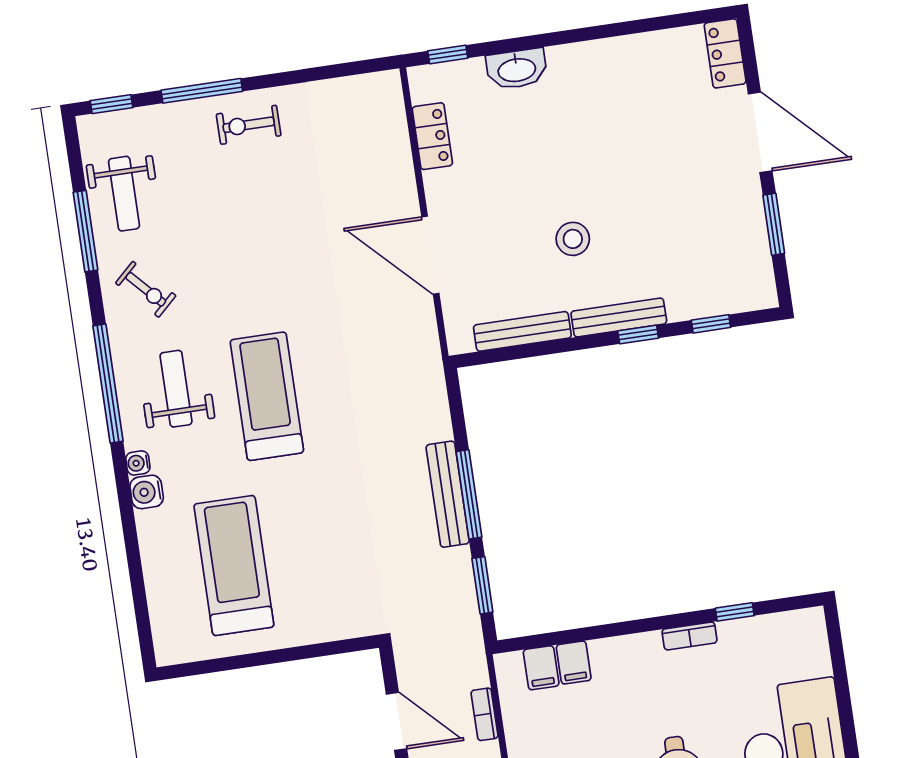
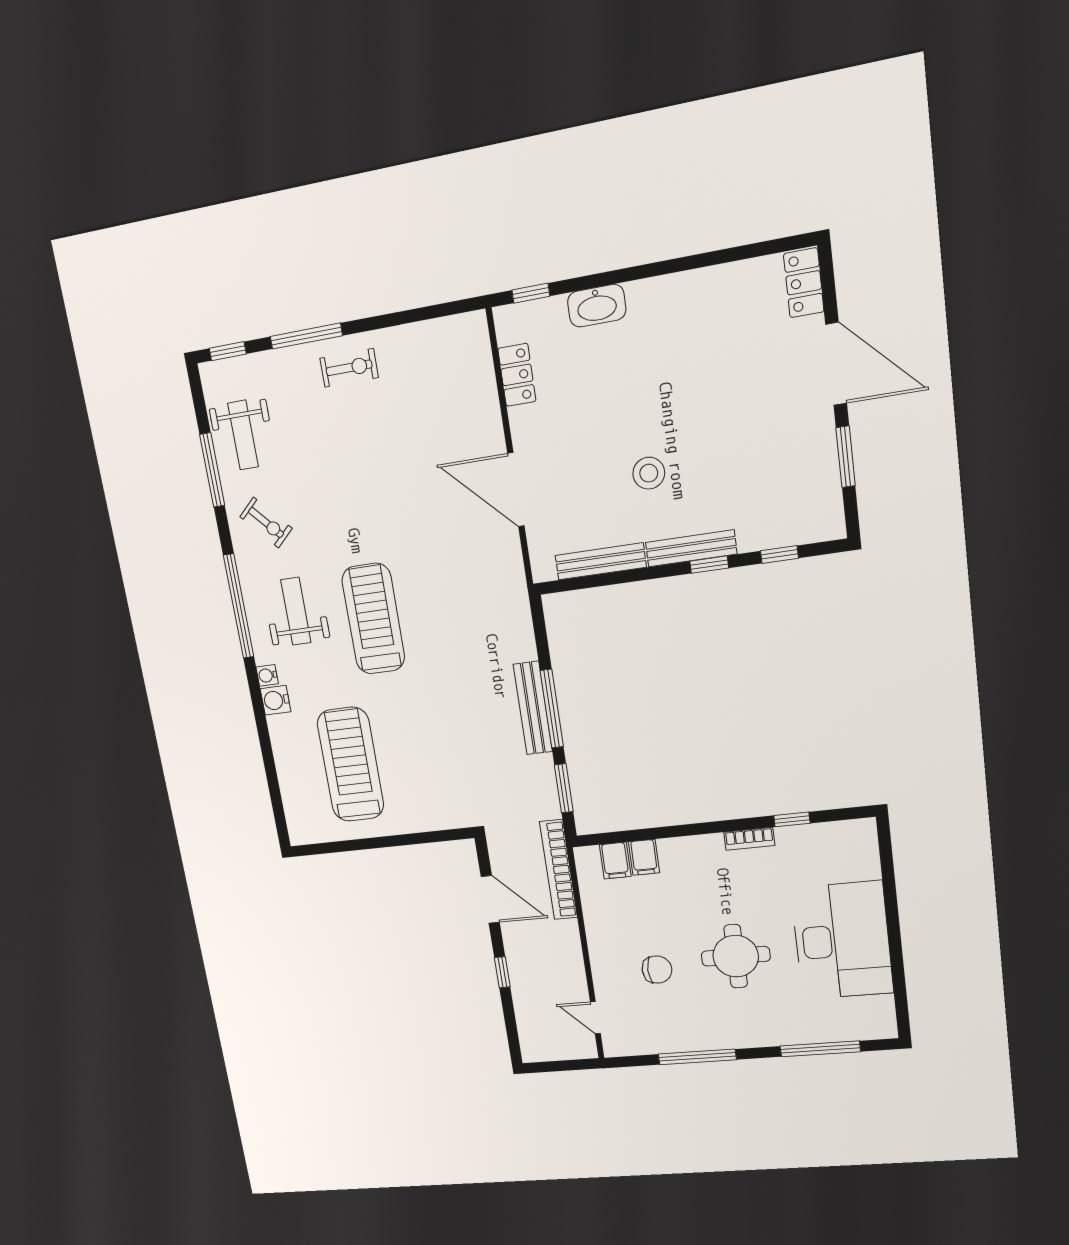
exercise bike: (249, 125) -> (349, 368), turned 180
bookcase: (484, 714) -> (559, 870), width x2.31, depth x1.31

